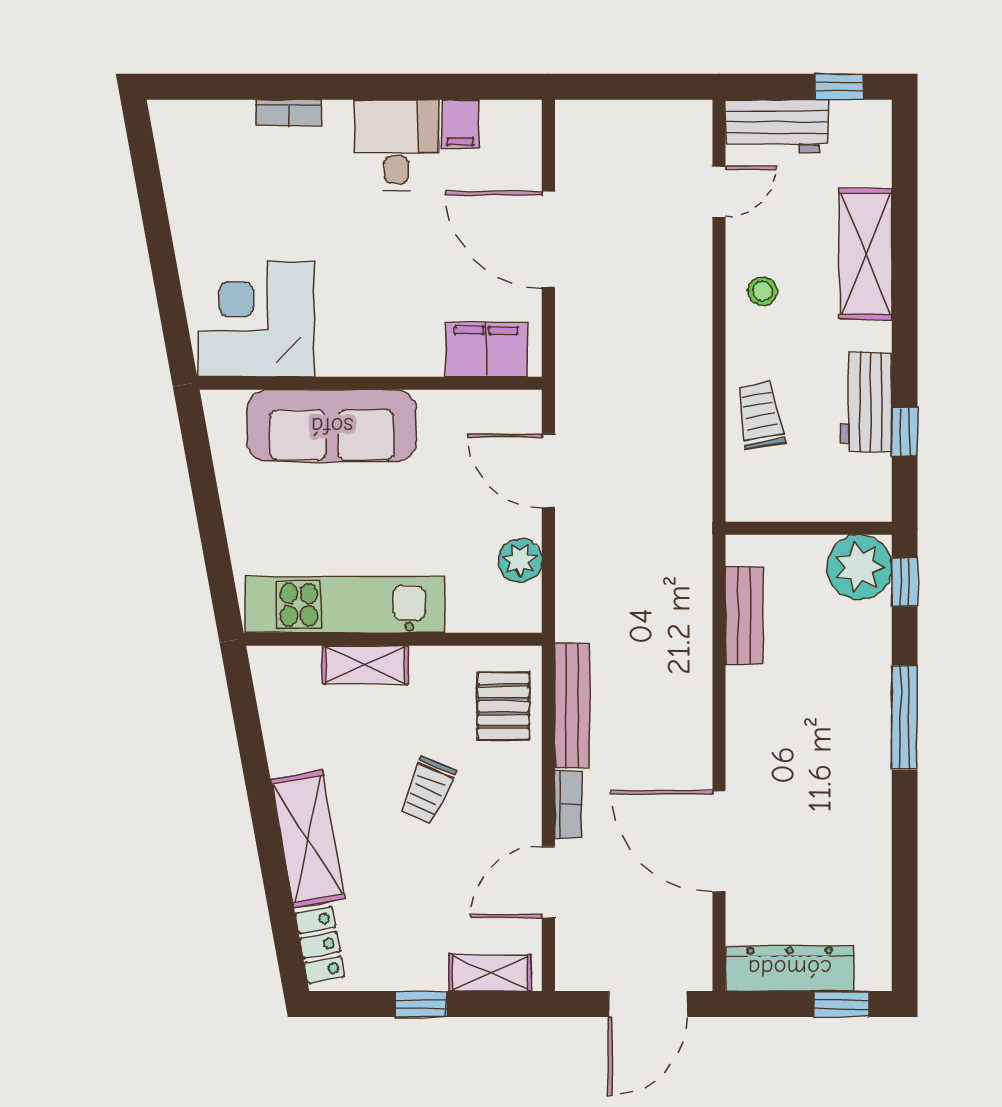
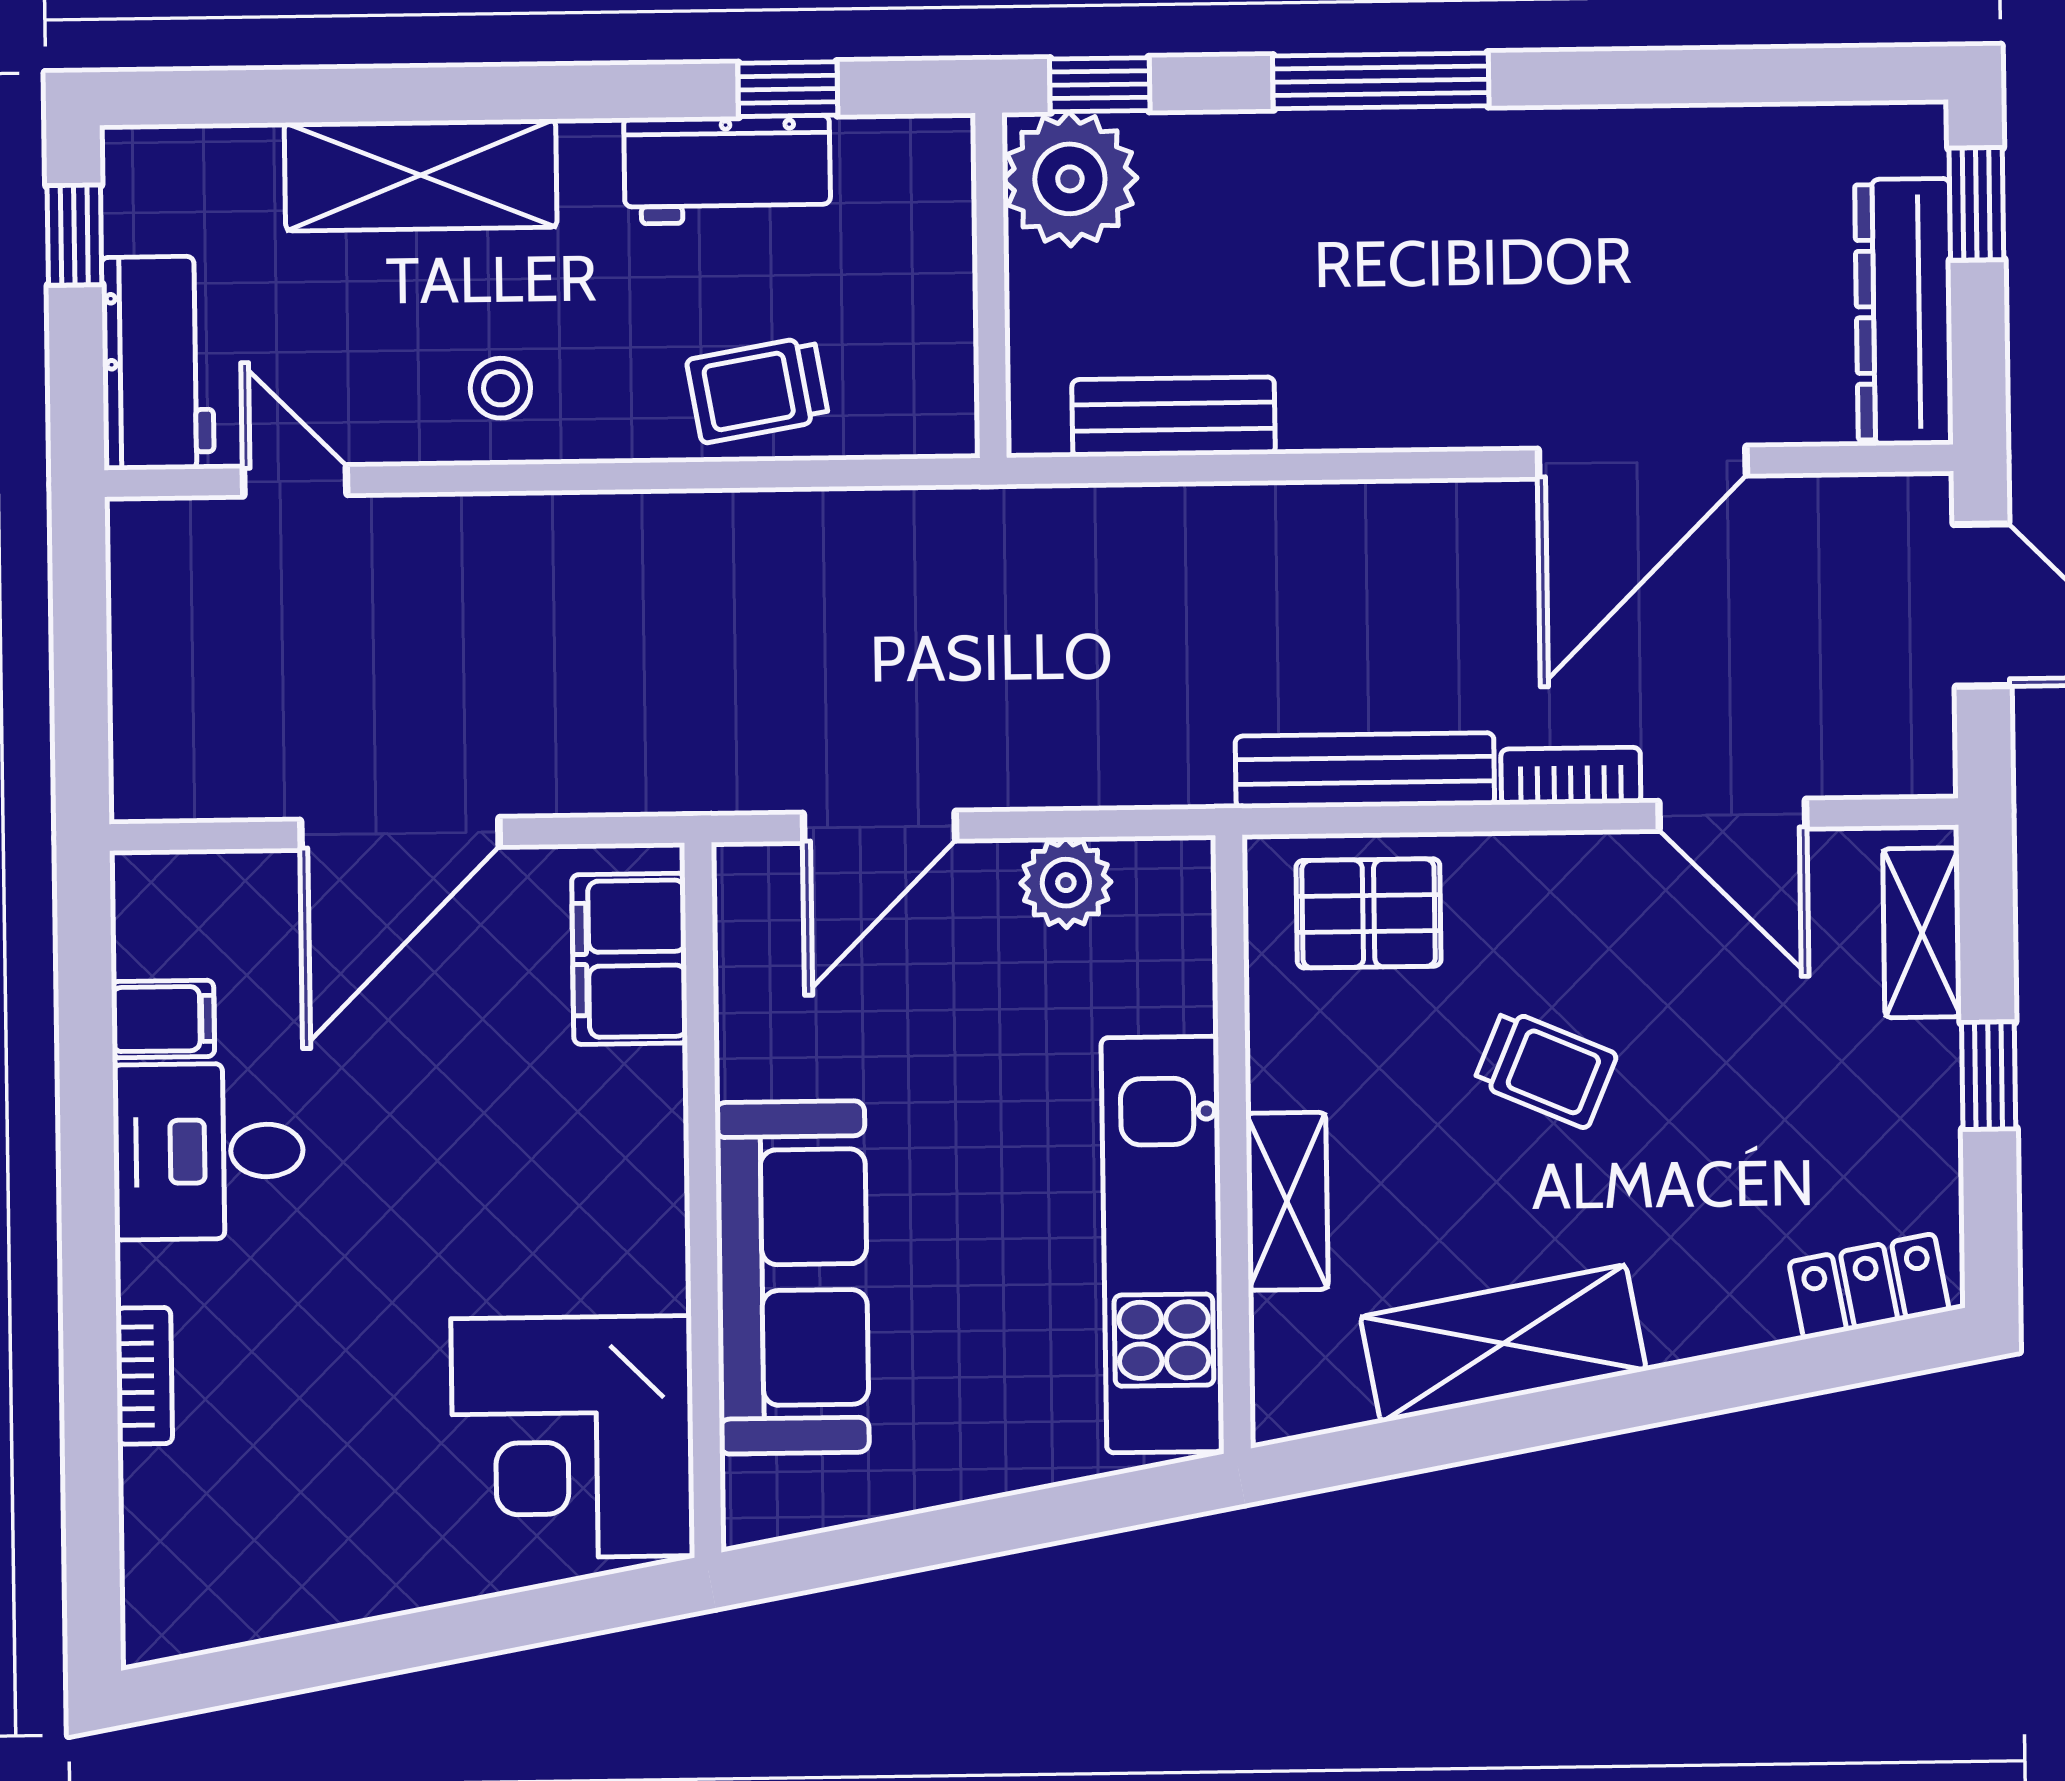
shelving: (308, 839) -> (1503, 1344), moved

